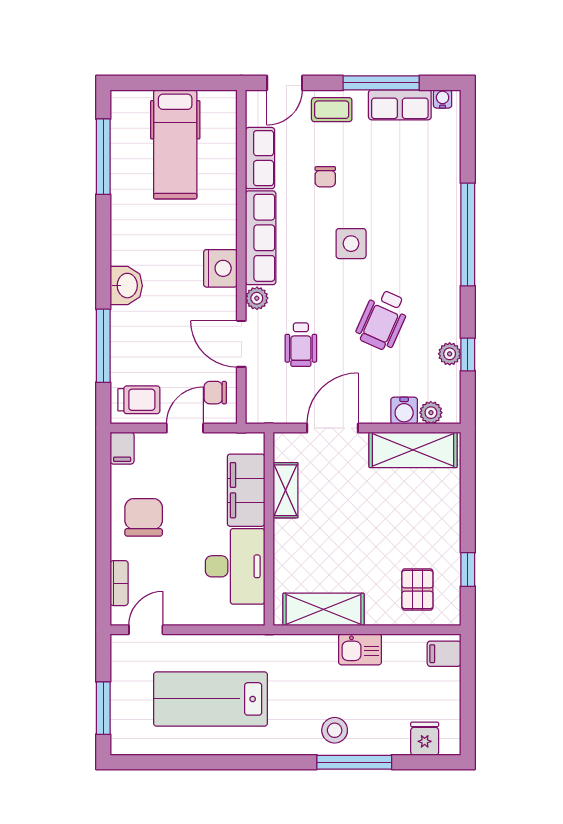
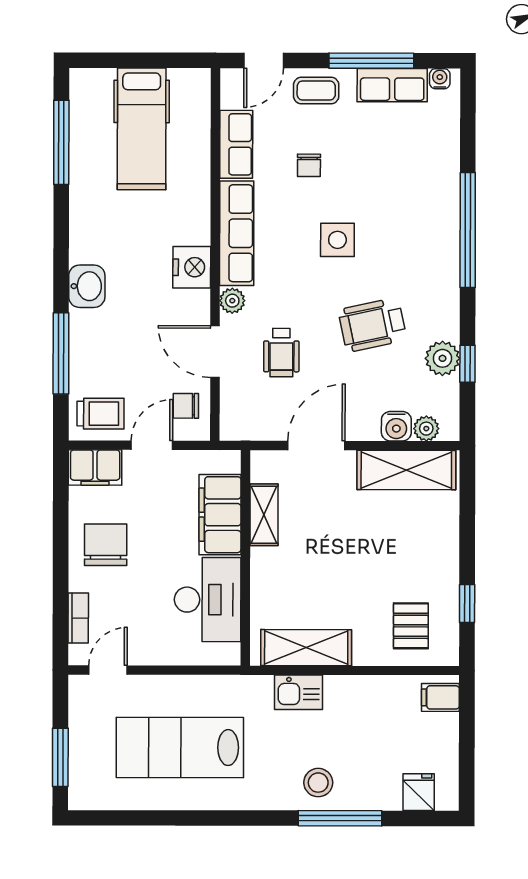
wheelchair: (383, 320) -> (372, 325), turned 54
plant: (450, 354) -> (442, 358), width x1.38, depth x1.38
filing cabinet: (122, 448) -> (95, 468), width x2.00
kitchen sink: (360, 649) -> (298, 692), moved

